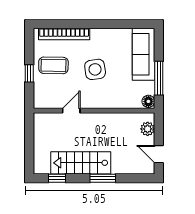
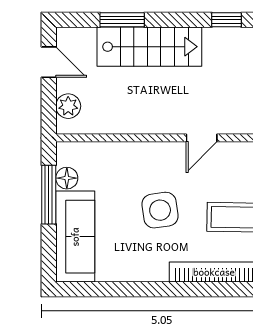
floor lamp: (148, 101) -> (67, 178), moved
stairs: (81, 163) -> (149, 47), moved
window: (103, 178) -> (122, 20), moved

